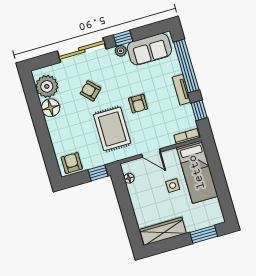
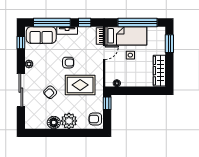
window: (123, 38) -> (21, 43), moved
sofa: (149, 49) -> (41, 35), moved, turned 90
plant: (47, 86) -> (69, 121), moved
door: (151, 153) -> (104, 53), moved
window: (220, 182) -> (137, 22), added

